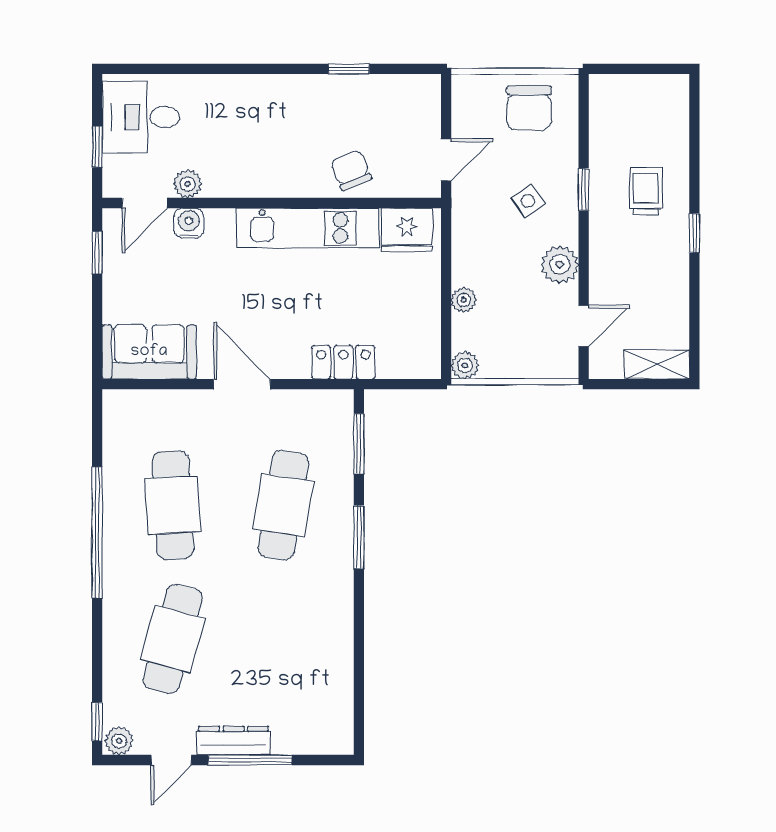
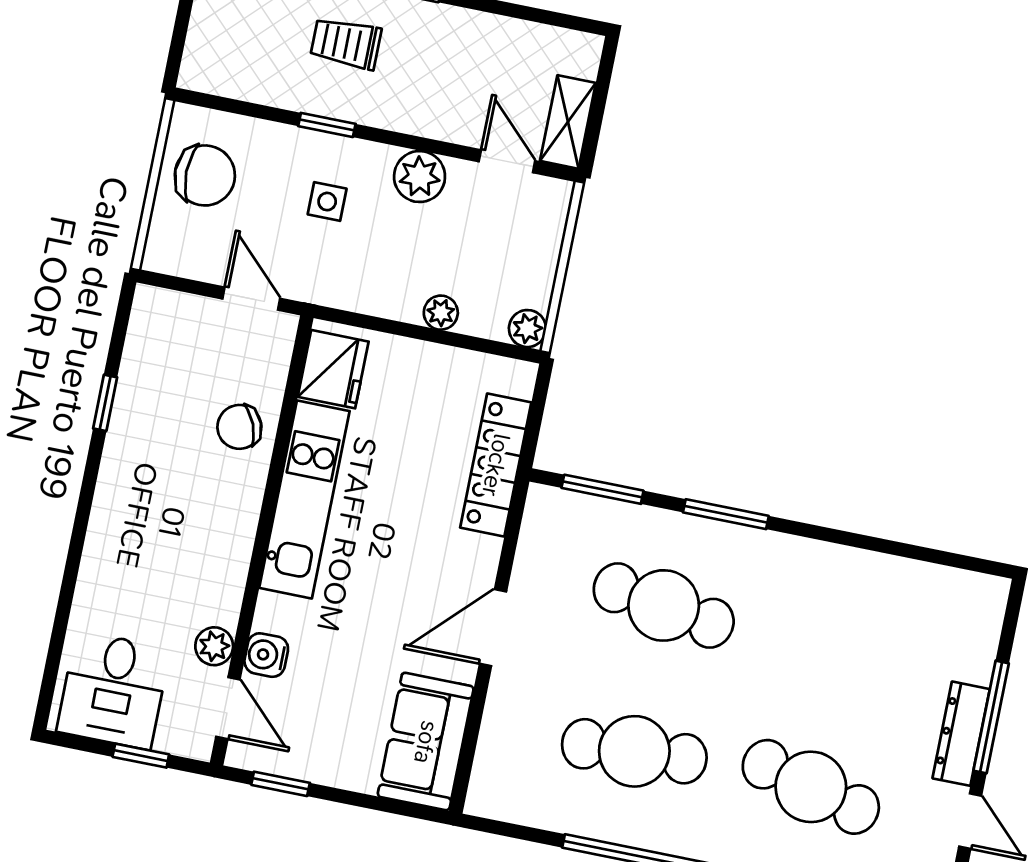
side table: (528, 201) -> (327, 202), turned 35
locker: (343, 362) -> (496, 465), width x1.53
shelving: (657, 365) -> (568, 122), moved

